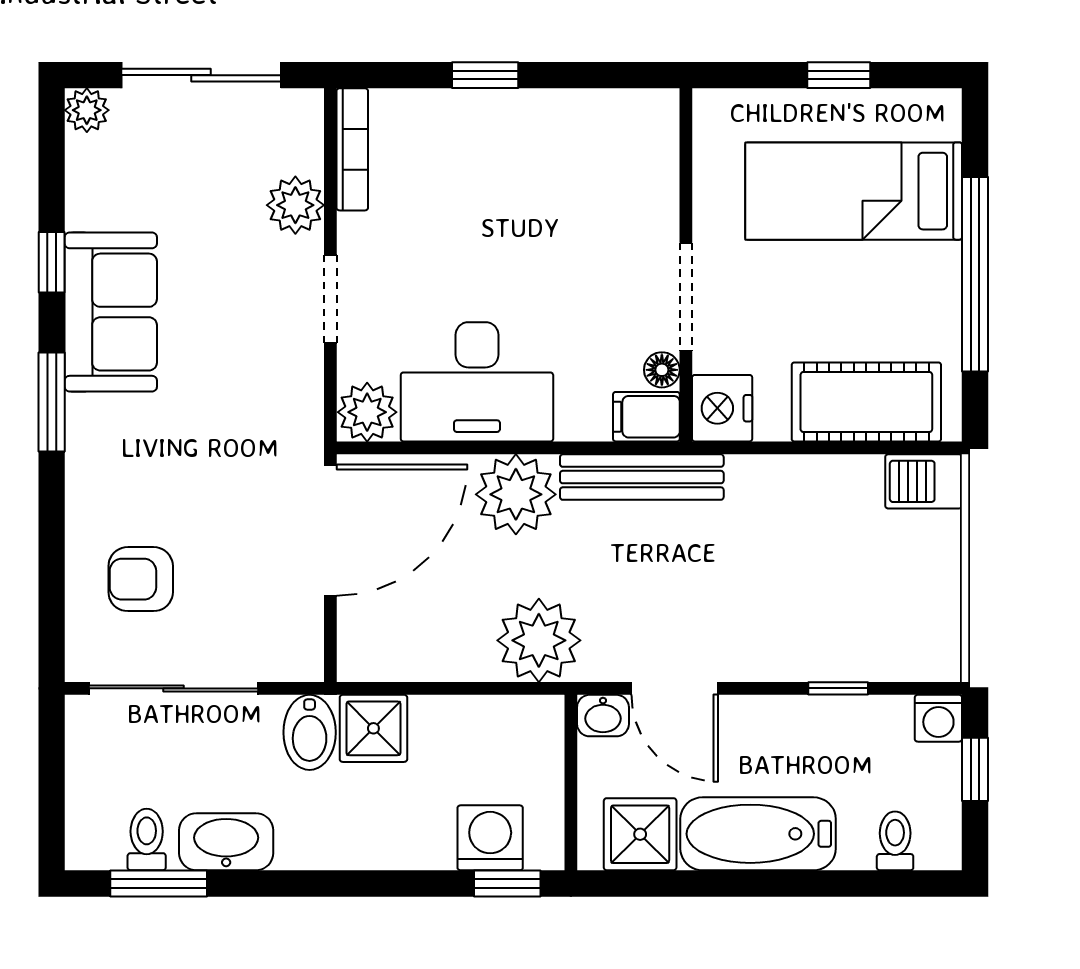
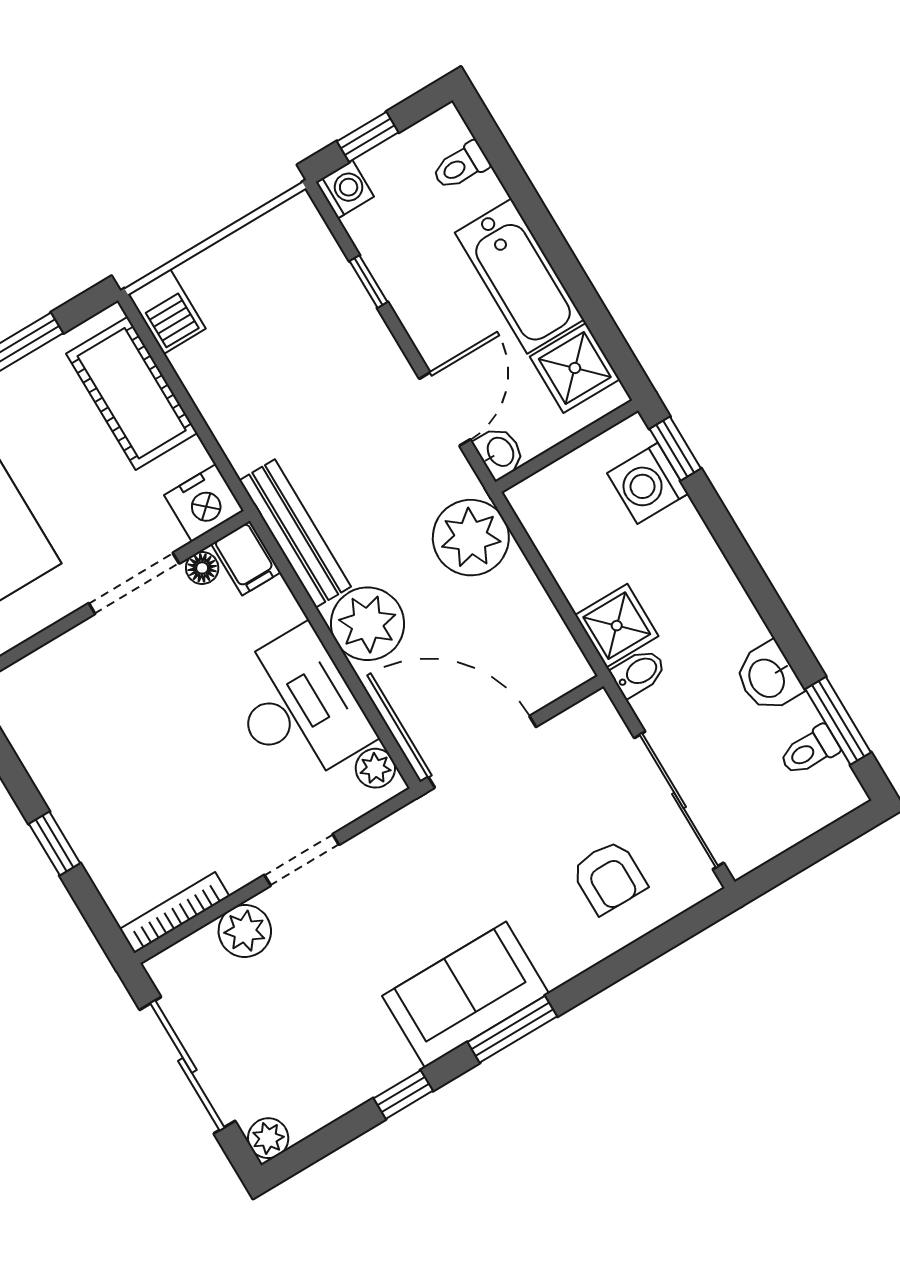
sofa: (111, 312) -> (466, 995), moved
plant: (367, 412) -> (375, 768), width x0.73, depth x0.73
bidet: (310, 732) -> (639, 673), width x0.72, depth x0.74
washbasin: (226, 842) -> (768, 677), width x0.72

